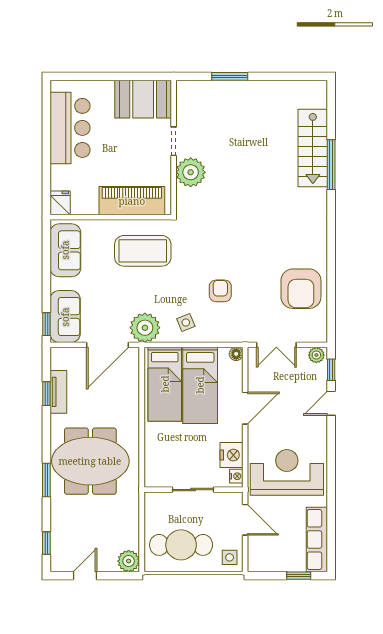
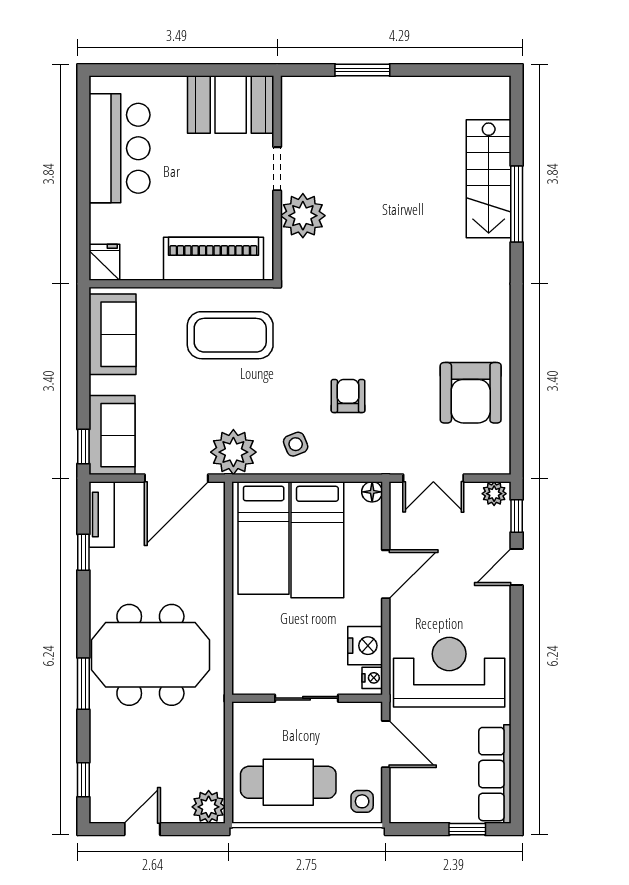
tv unit: (58, 392) -> (102, 514), moved

